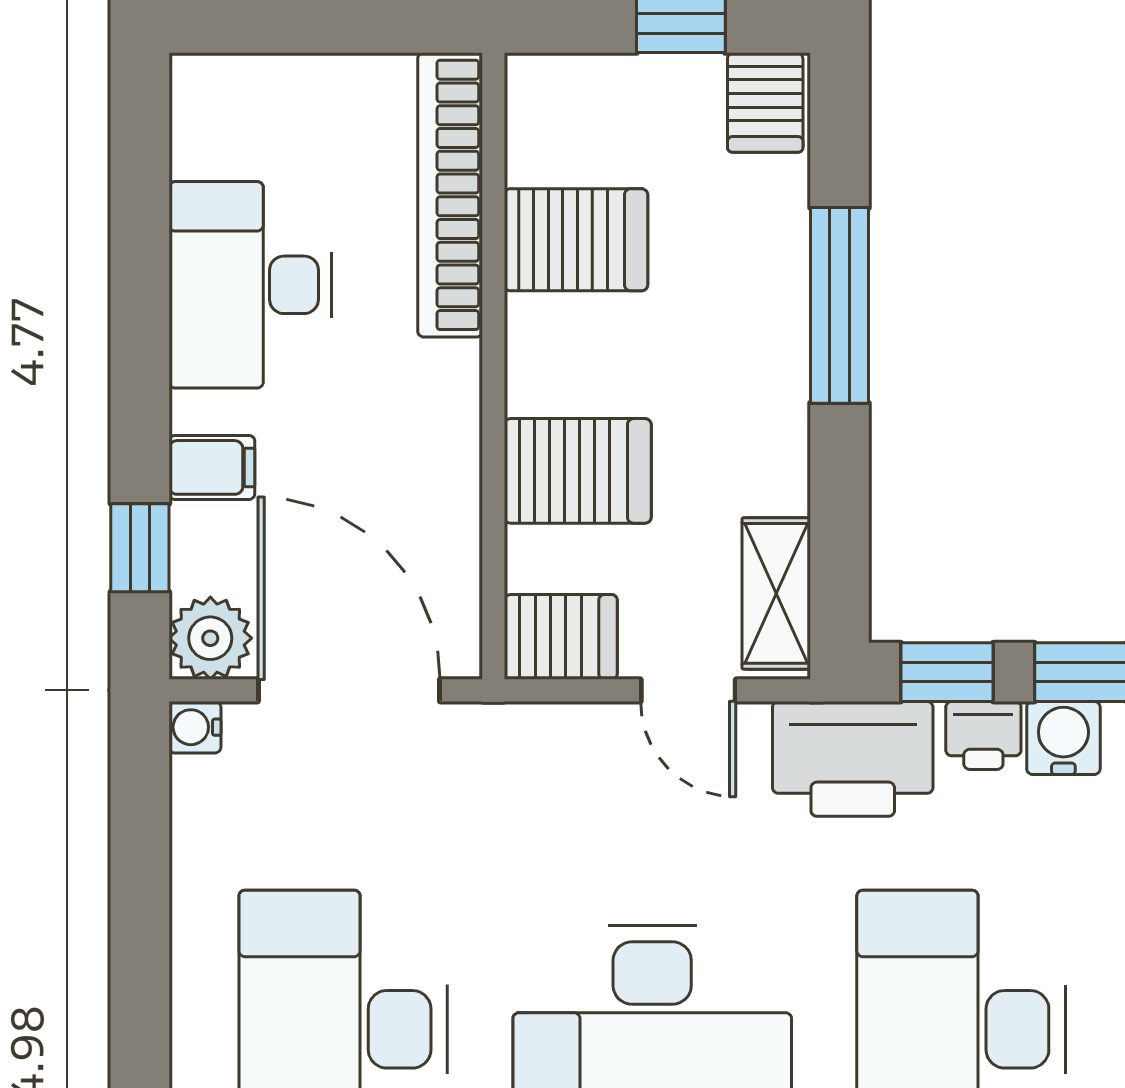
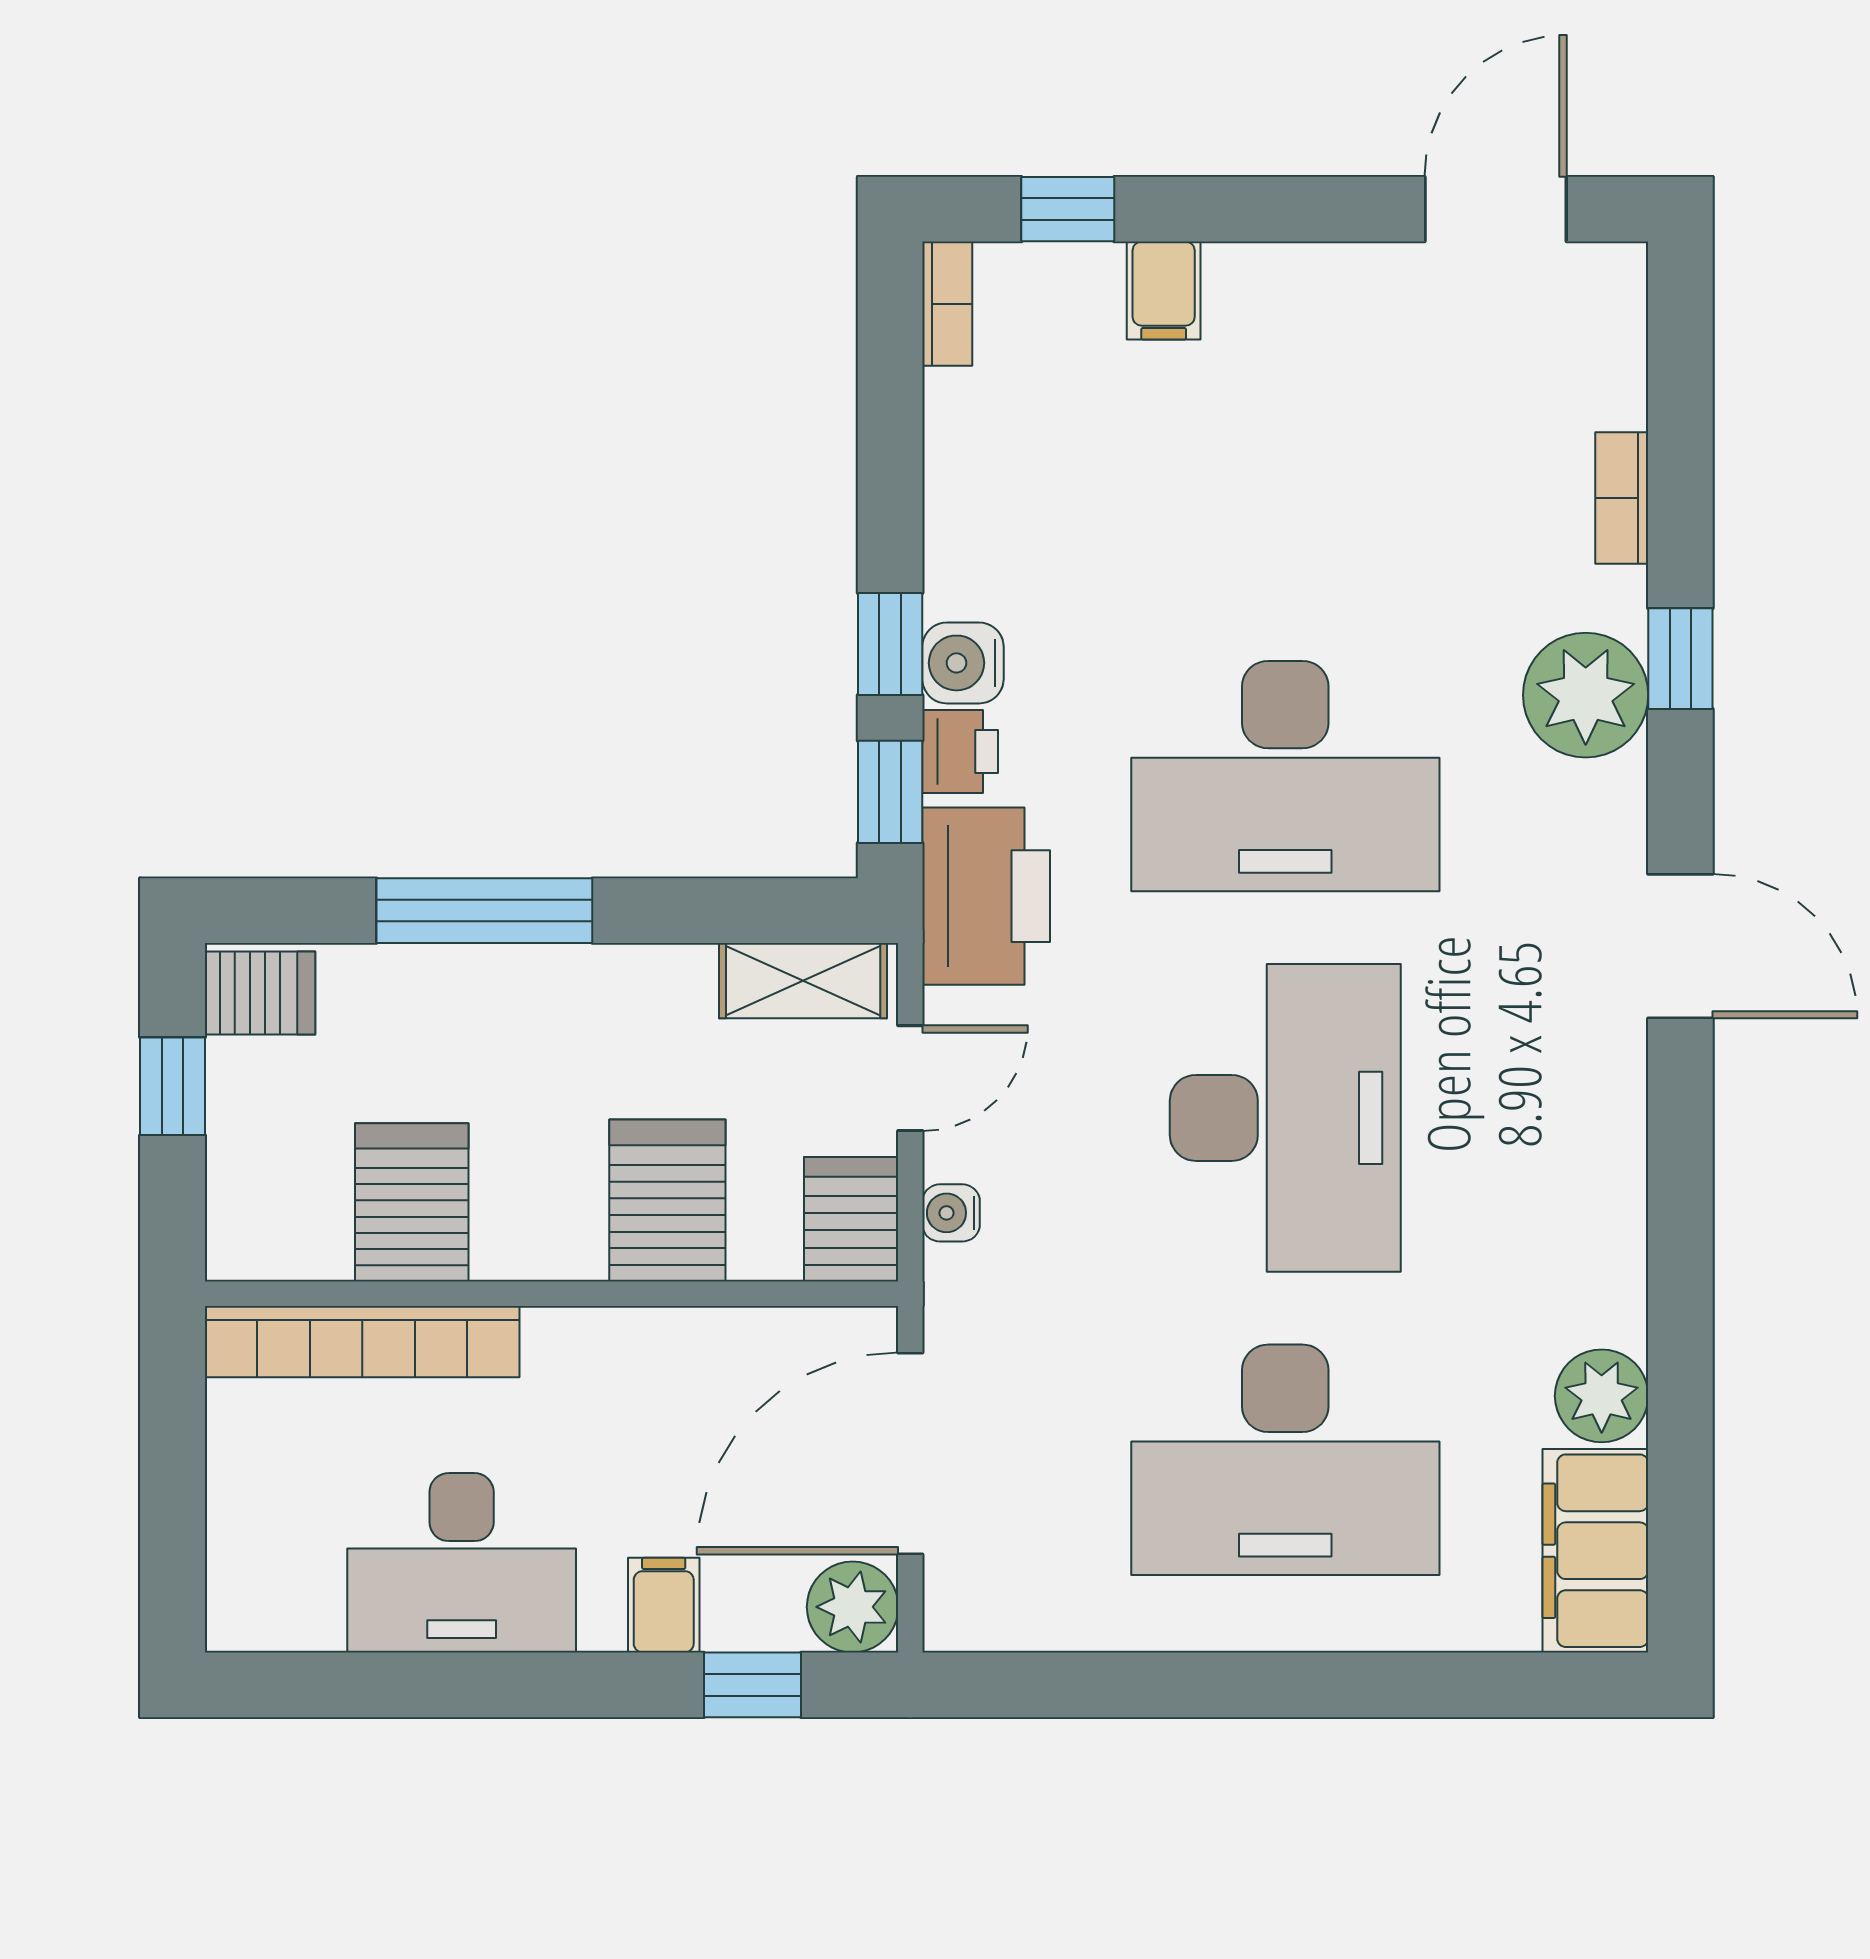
water cooler: (195, 727) -> (951, 1213), moved, turned 90

